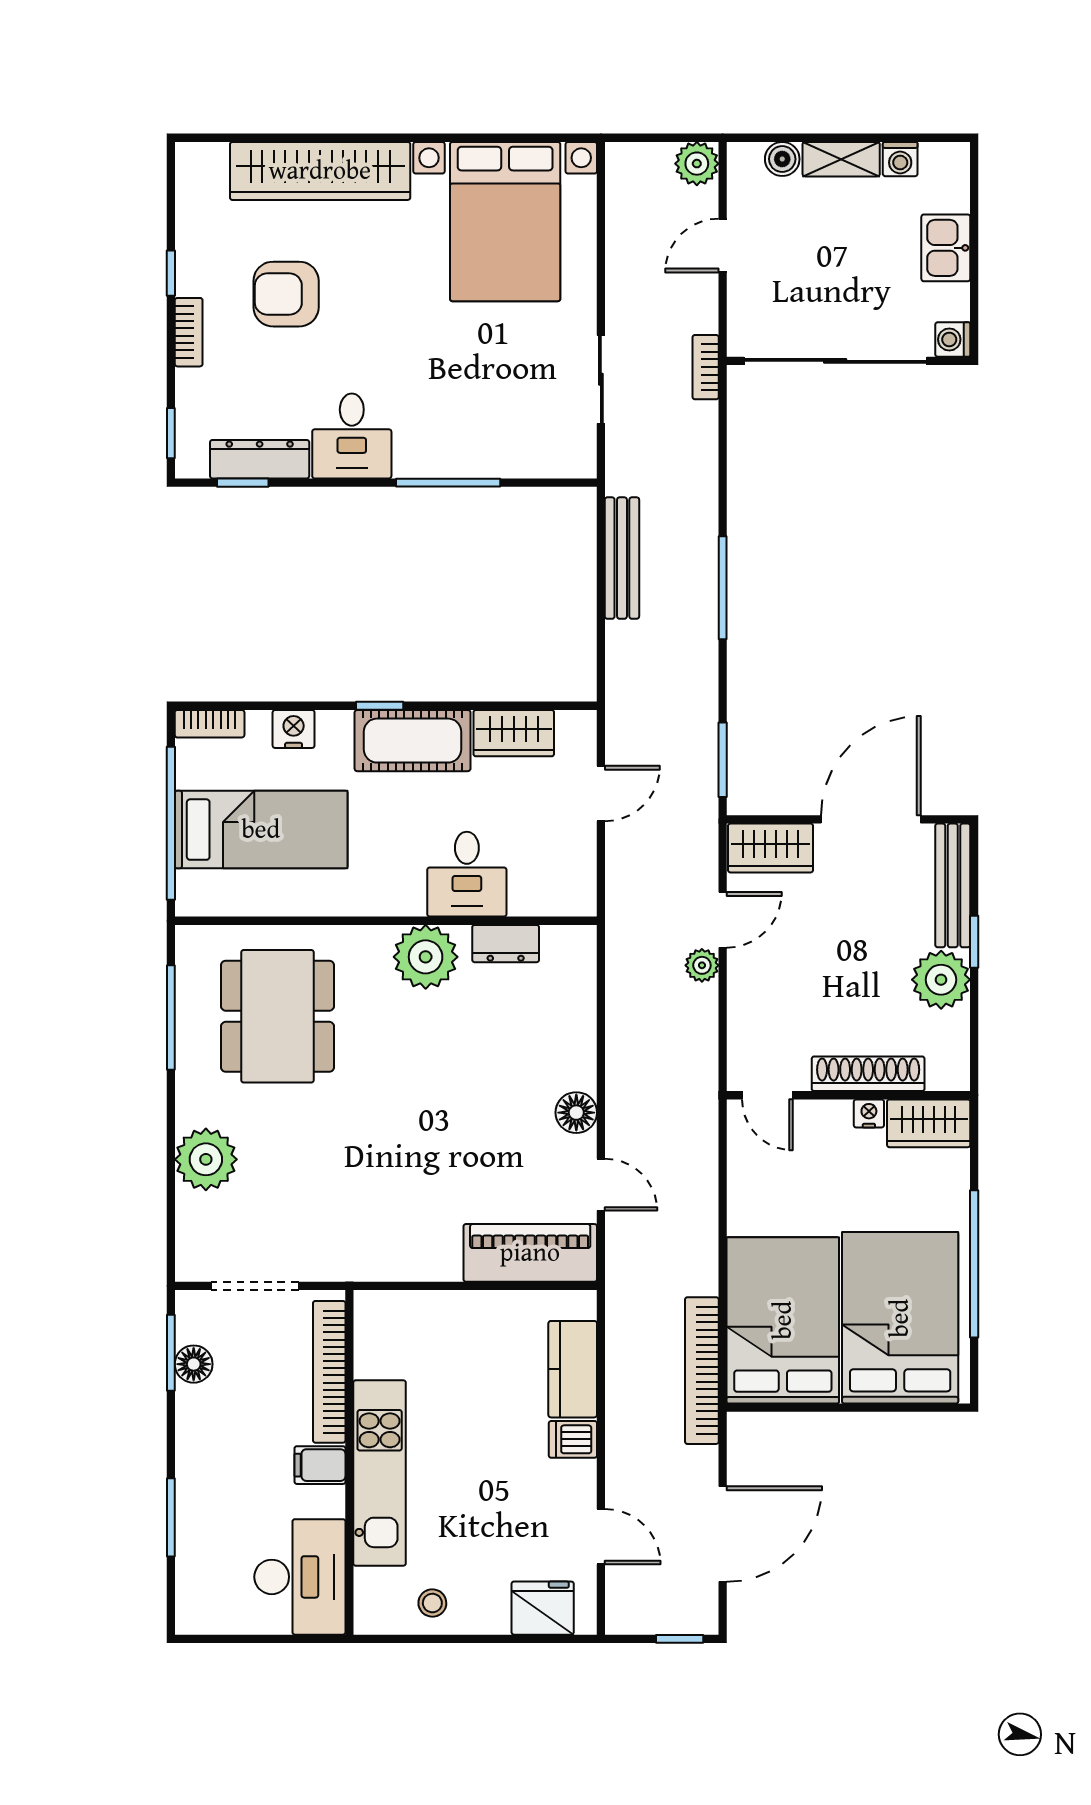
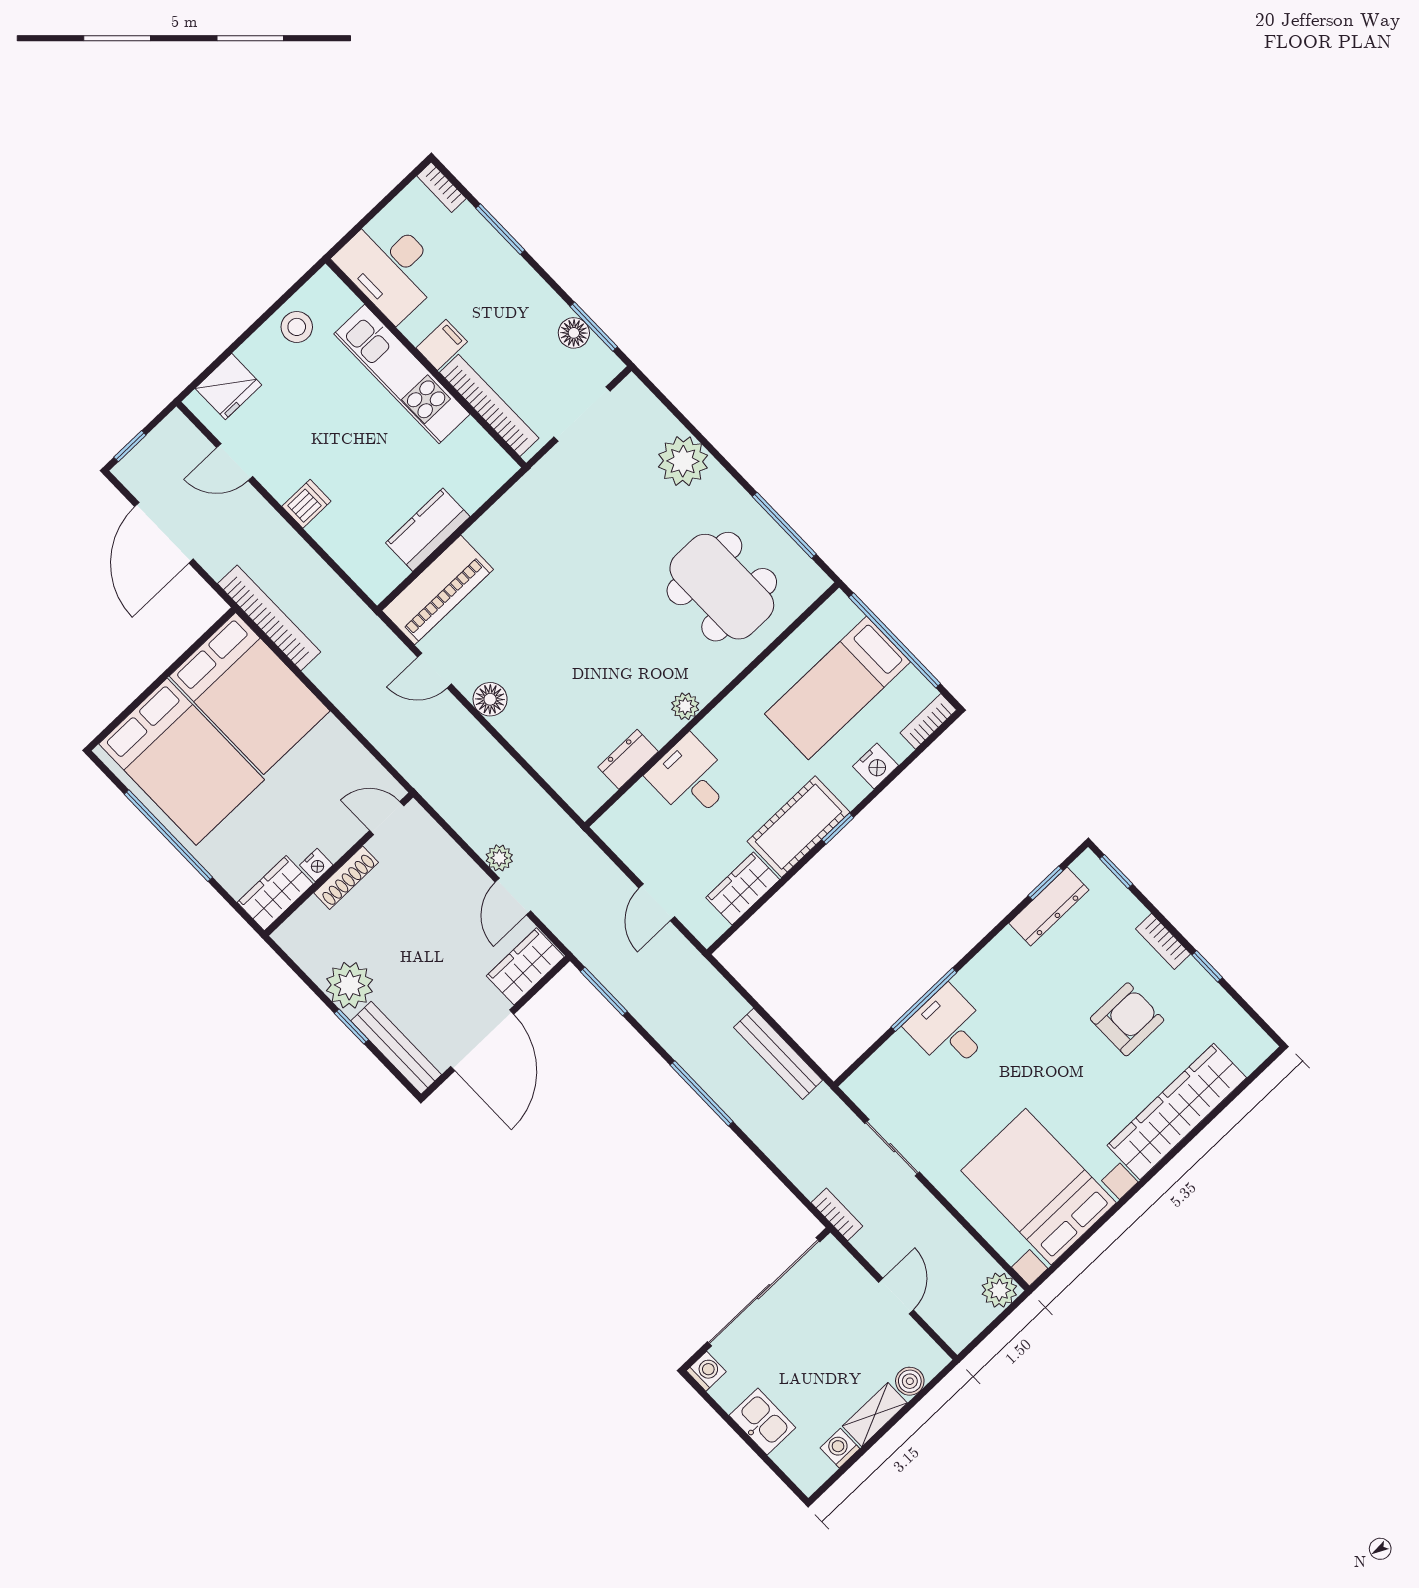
plant: (697, 164) -> (999, 1290), moved
desk: (352, 436) -> (949, 1029), moved
plant: (426, 957) -> (685, 706), width x0.53, depth x0.53
shoe rack: (868, 1074) -> (346, 878), width x0.74, depth x0.81
kitchen counter: (573, 1369) -> (428, 530), moved, turned -90
stool: (432, 1603) -> (297, 327), width x1.37, depth x1.37
bookcase: (187, 1604) -> (441, 187), added

